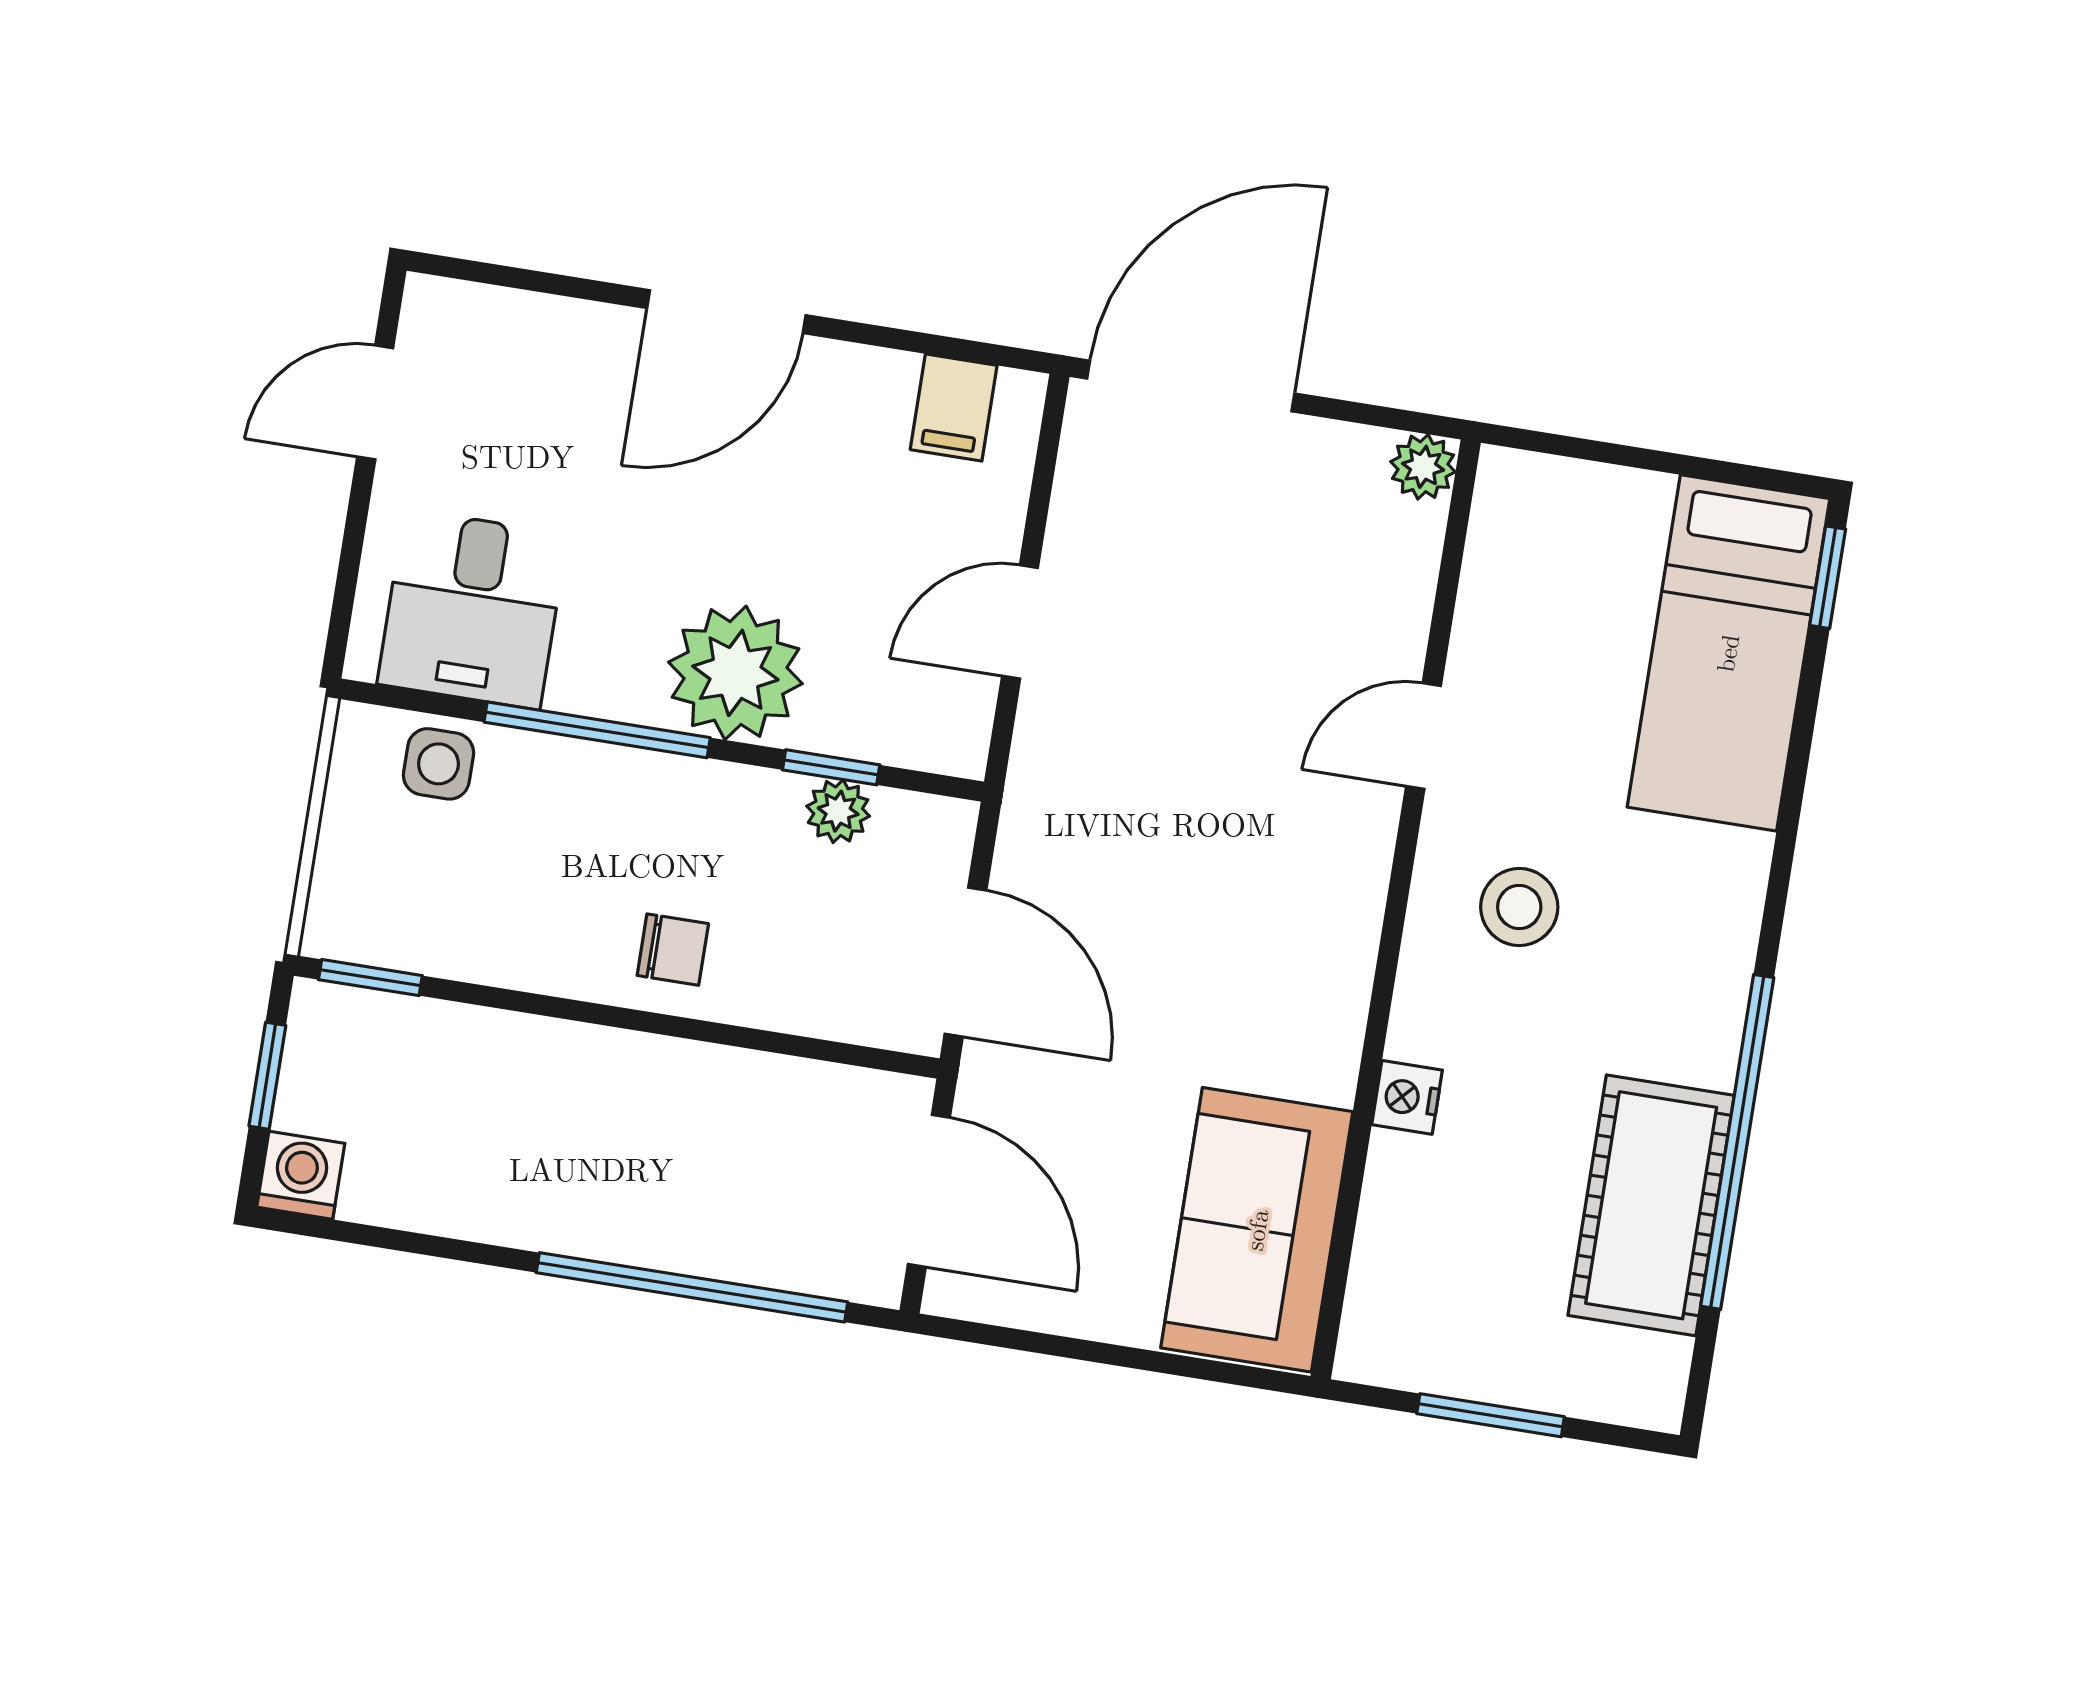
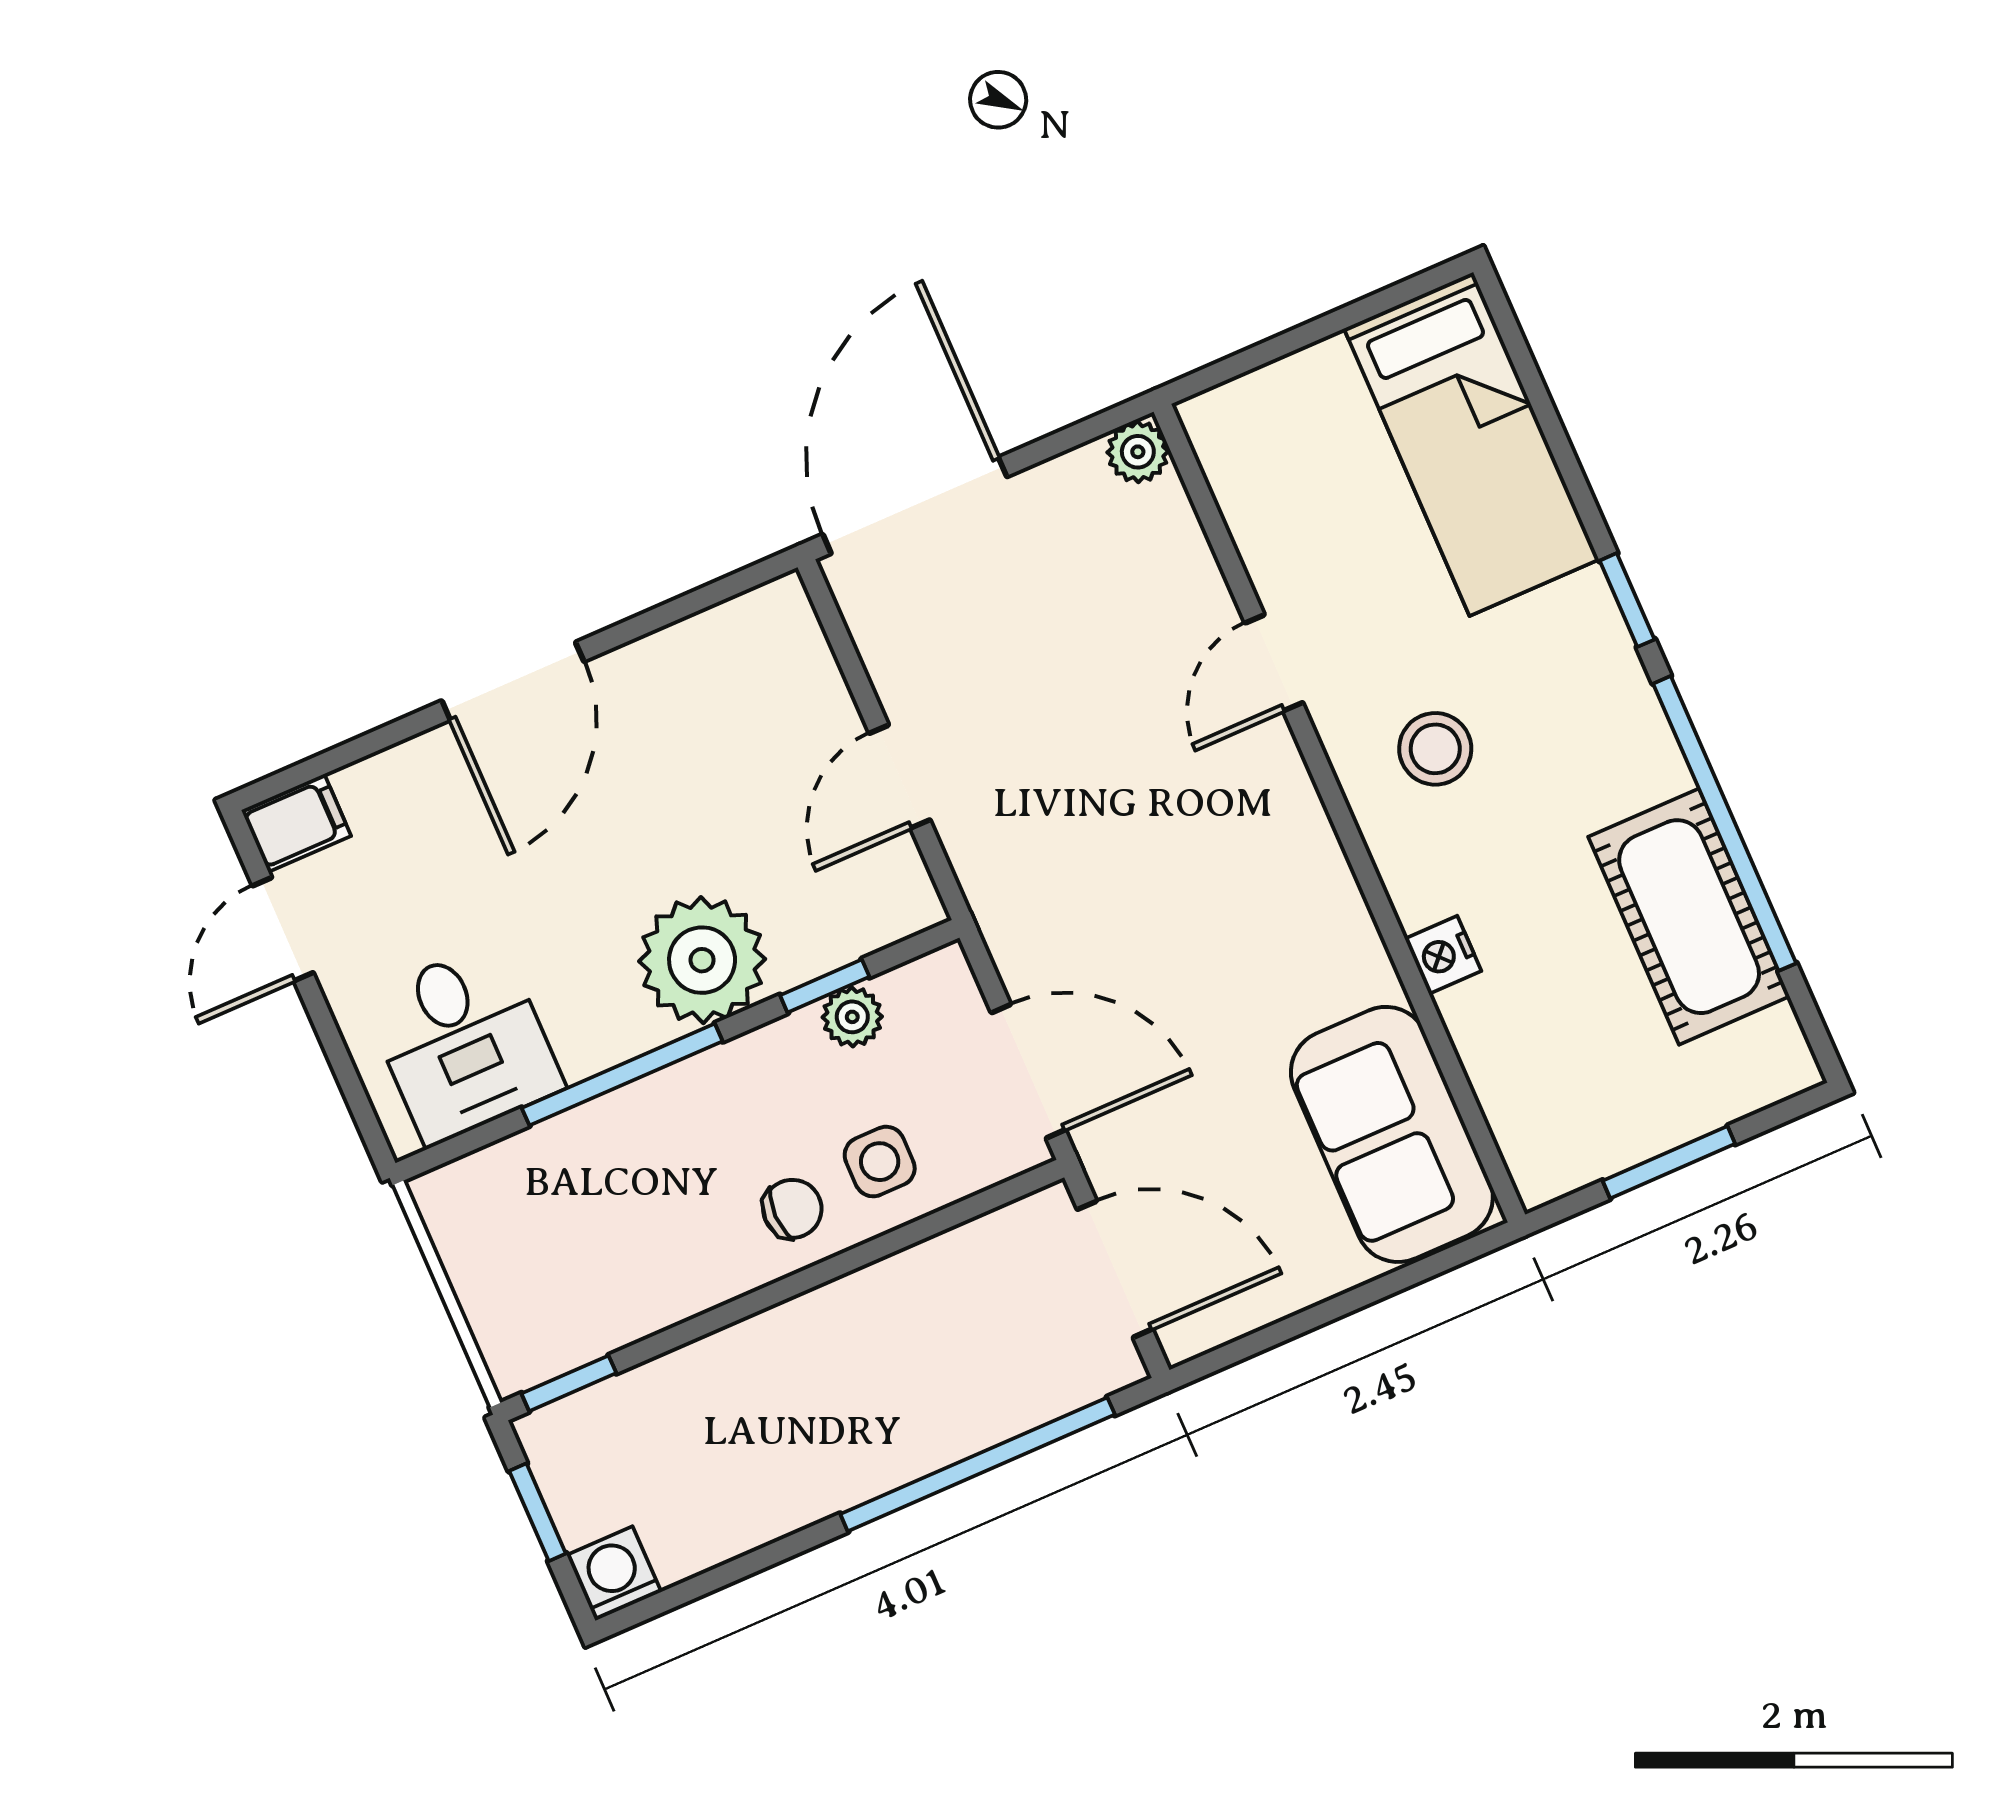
filing cabinet: (954, 407) -> (296, 823), moved, turned -90
window: (1828, 577) -> (1627, 600), moved
side table: (438, 764) -> (880, 1162), moved

